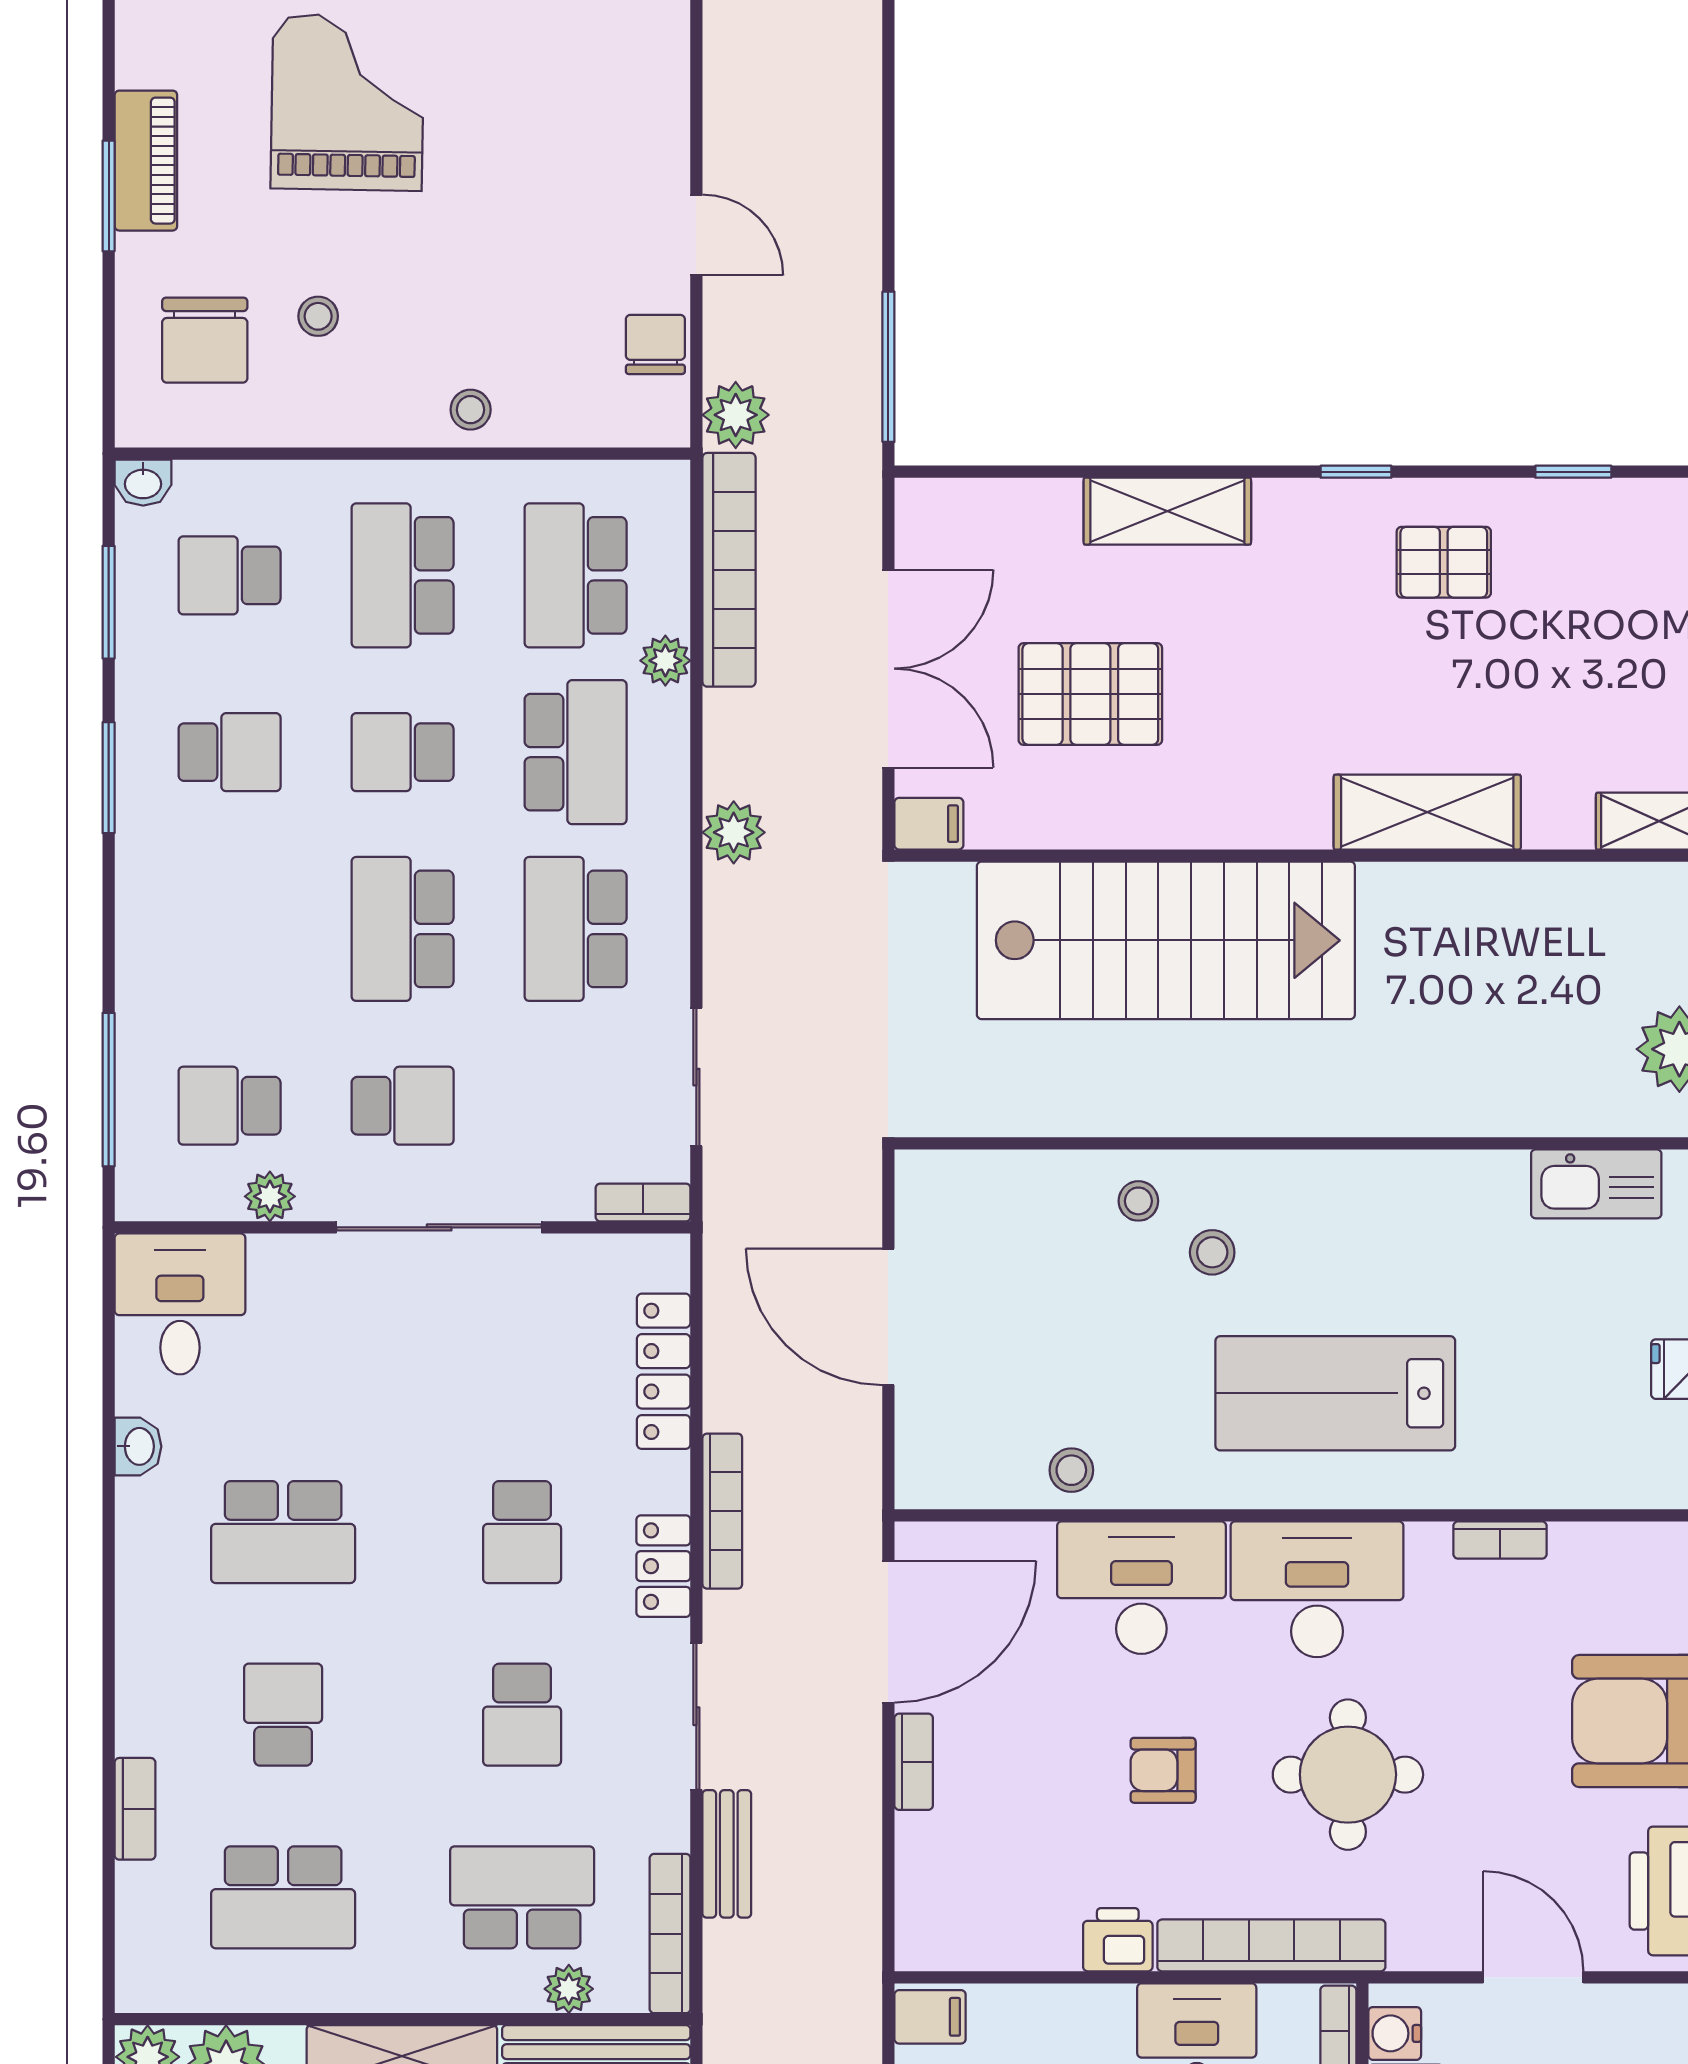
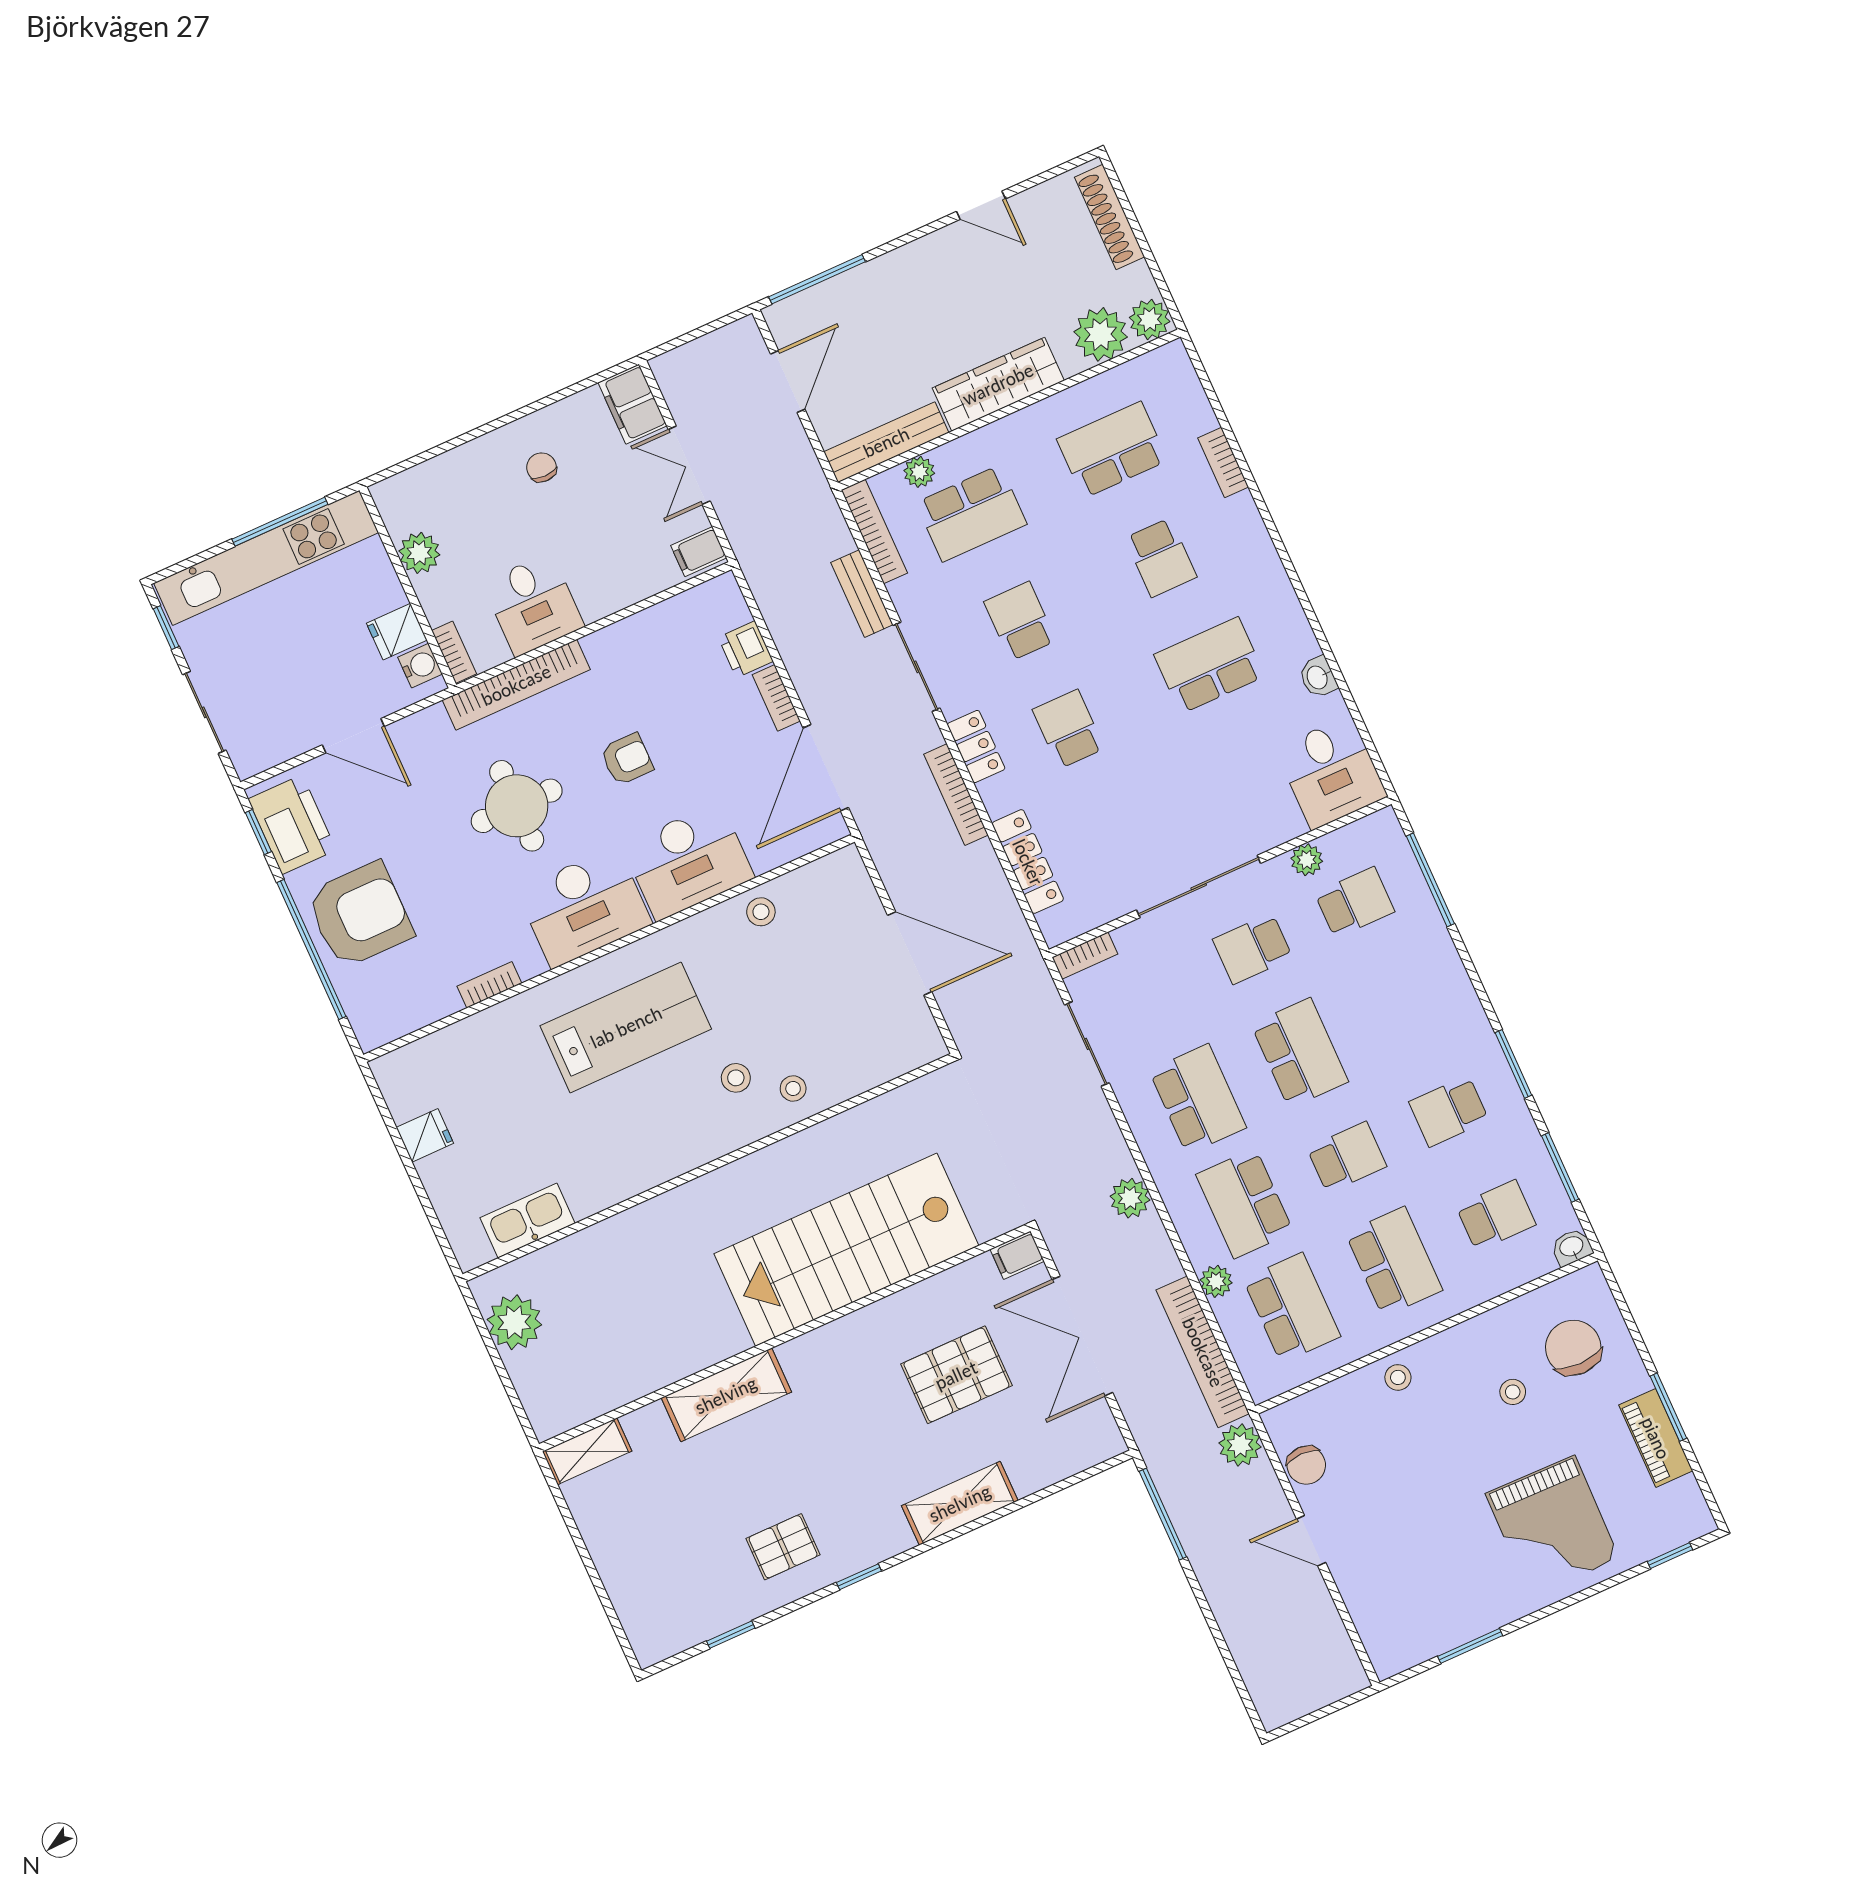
printer: (1118, 1940) -> (746, 649), moved, turned 90

